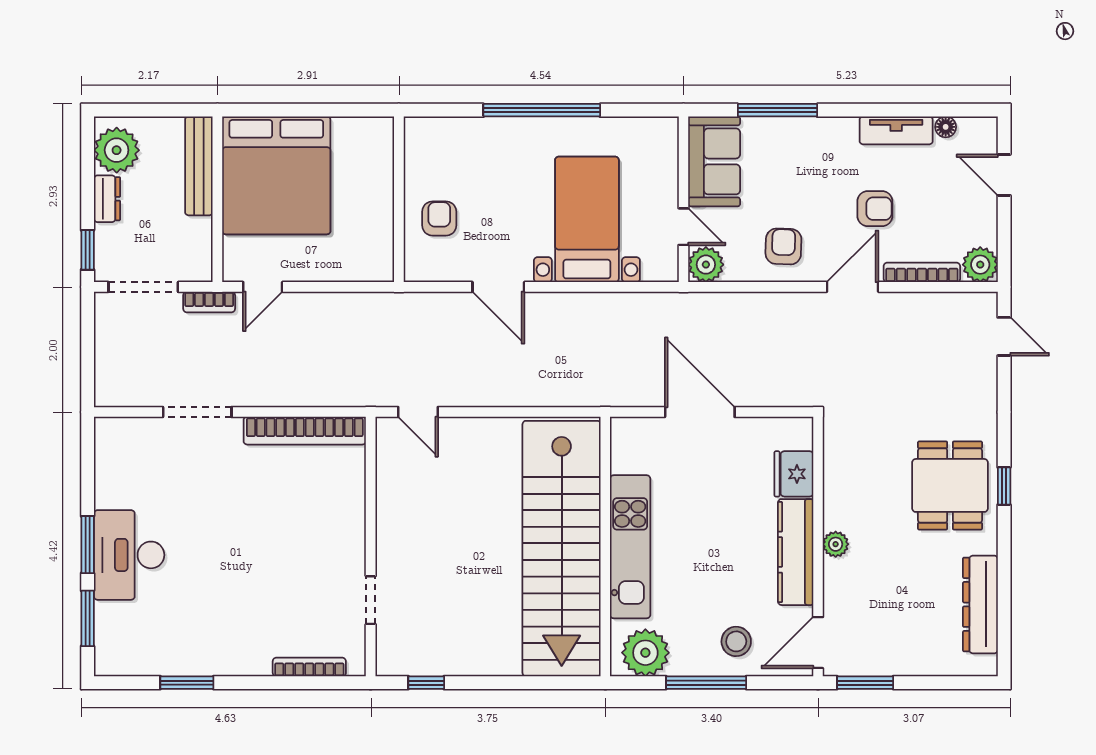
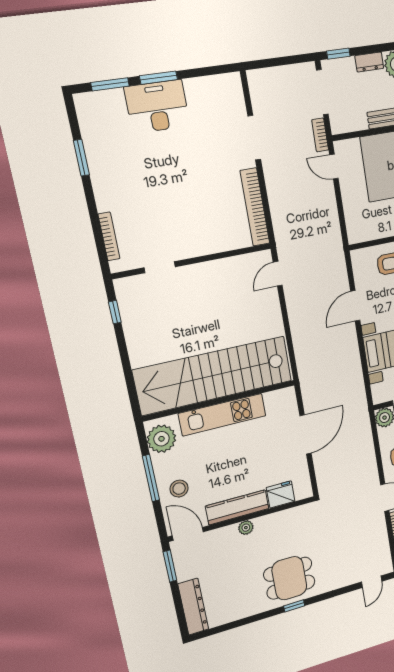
dresser: (980, 604) -> (193, 607), moved, turned 90

